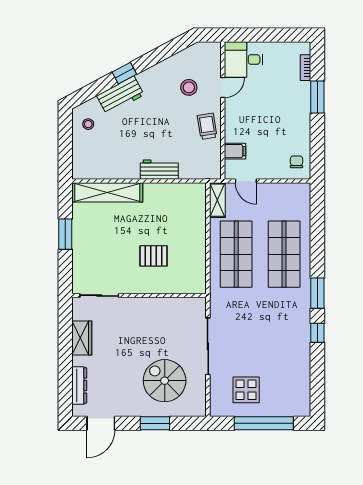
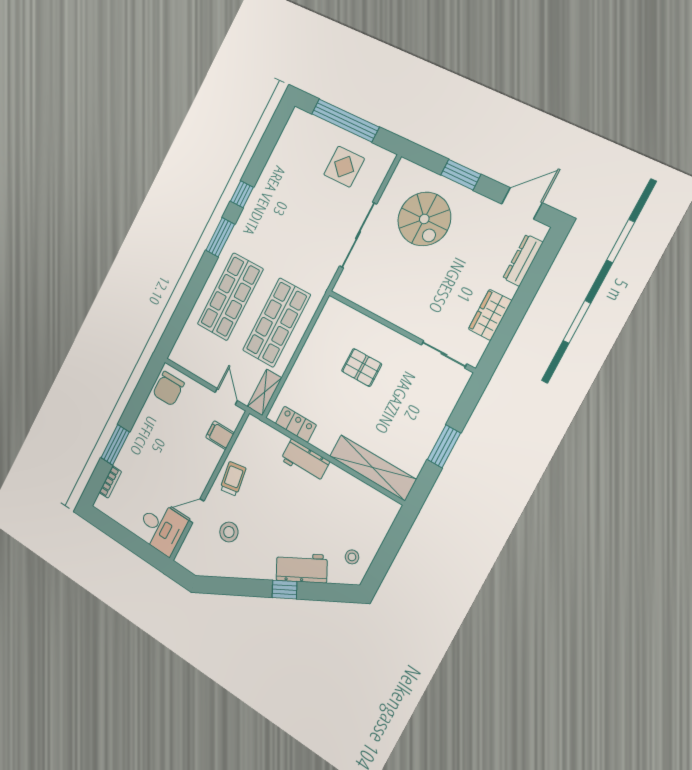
trolley: (207, 126) -> (233, 479), turned 180
chair: (296, 162) -> (168, 389), width x1.87, depth x1.87
locker: (180, 191) -> (296, 424), added

